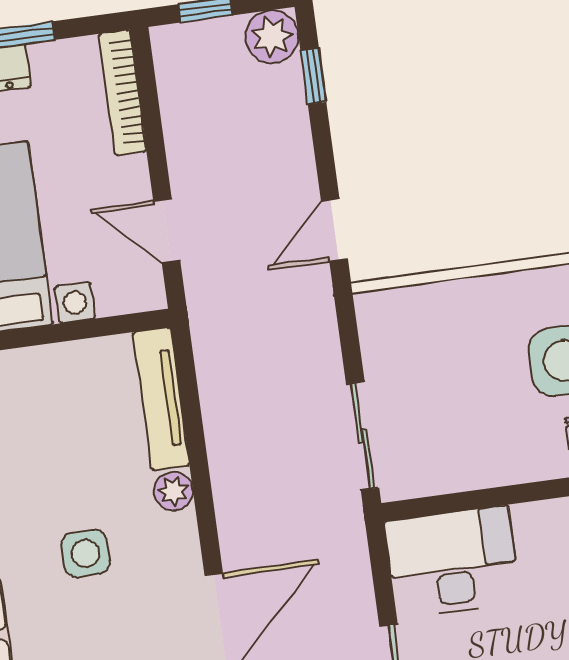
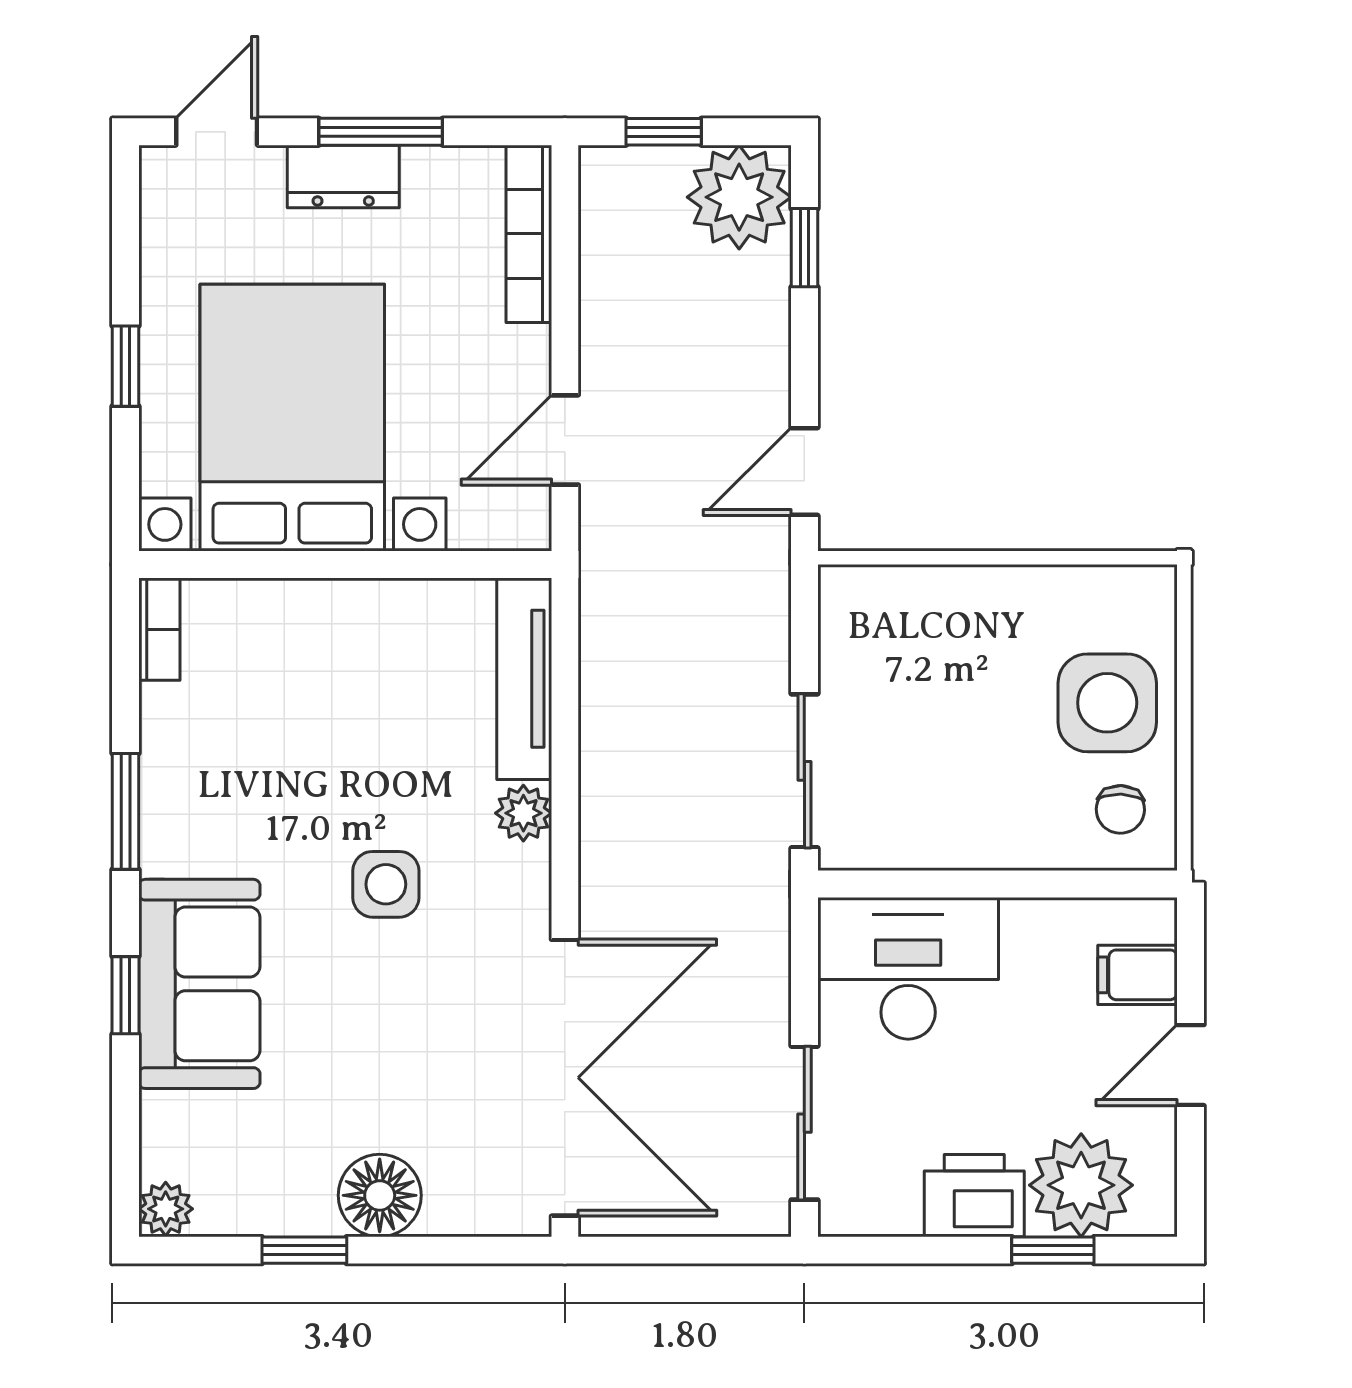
plant: (272, 37) -> (739, 197), width x1.36, depth x1.36
door: (167, 231) -> (565, 440), hinge flipped

